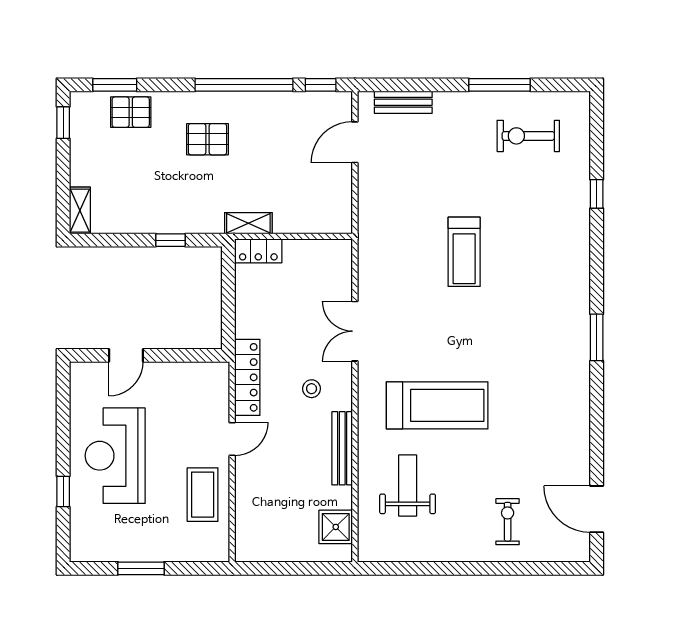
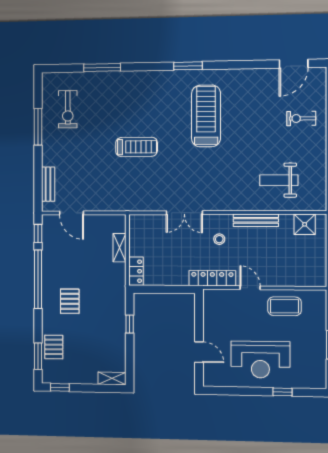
window: (597, 194) -> (102, 68), width x2.17
shelving: (248, 223) -> (120, 248), moved
treadmill: (437, 405) -> (206, 116), moved

